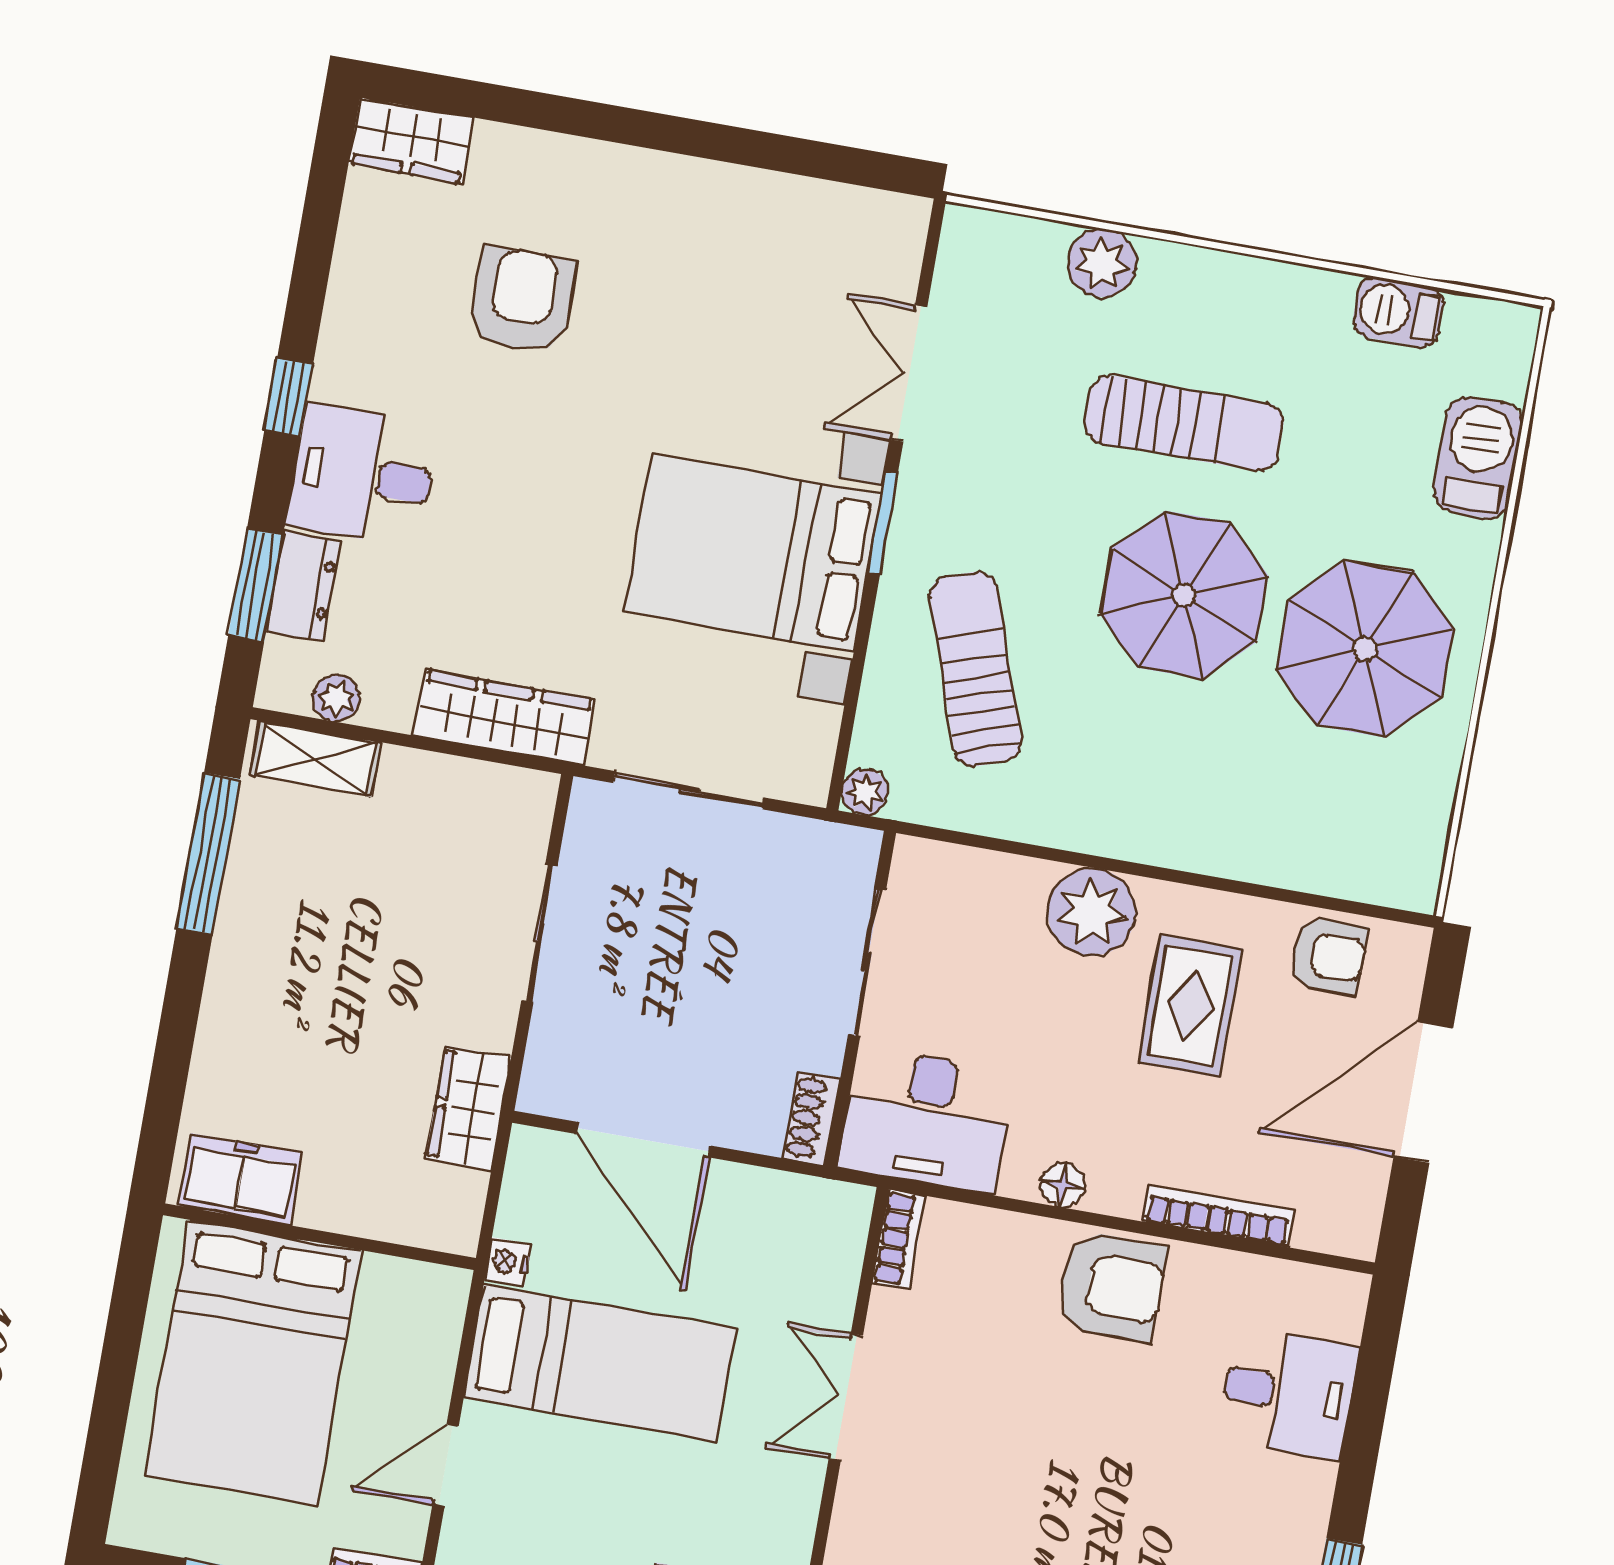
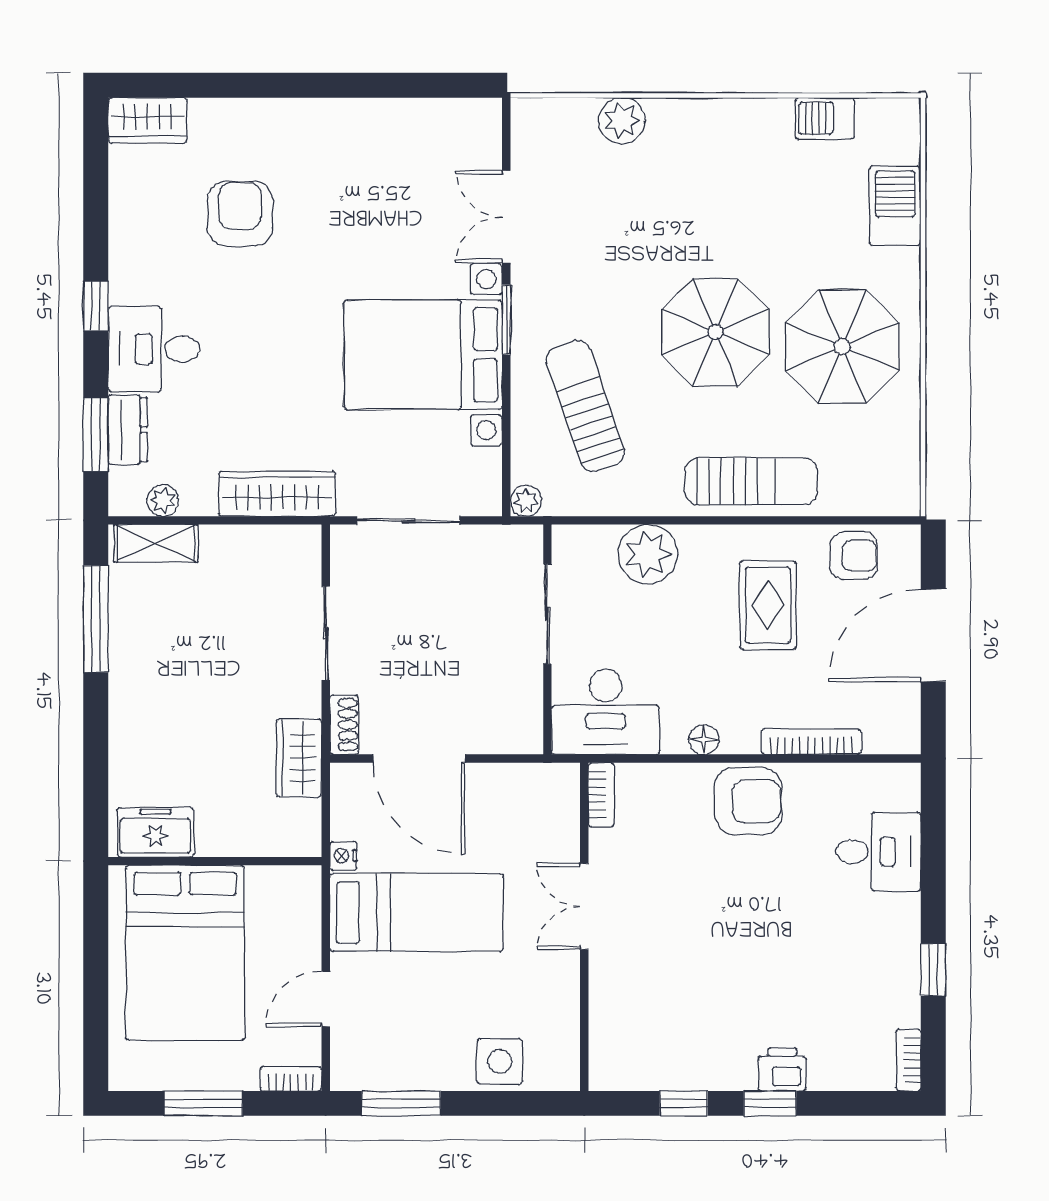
sun lounger: (1184, 423) -> (751, 481), moved
plant: (1092, 912) -> (648, 554), moved
shoe rack: (812, 1119) -> (344, 725), moved, turned 180

